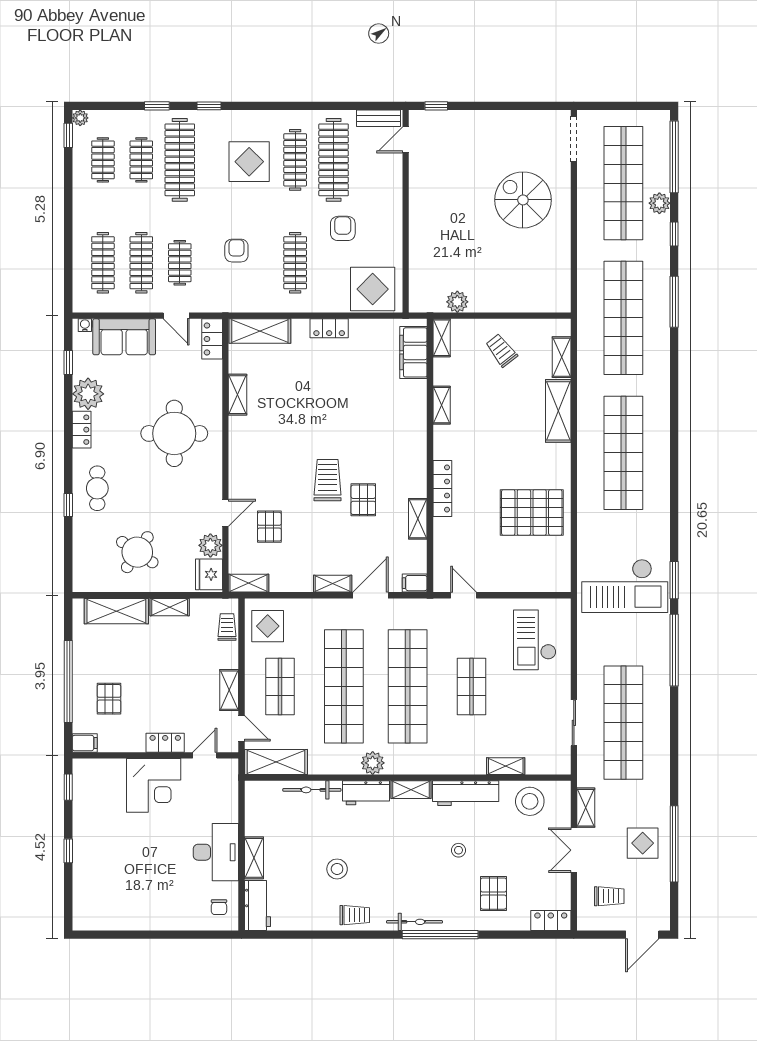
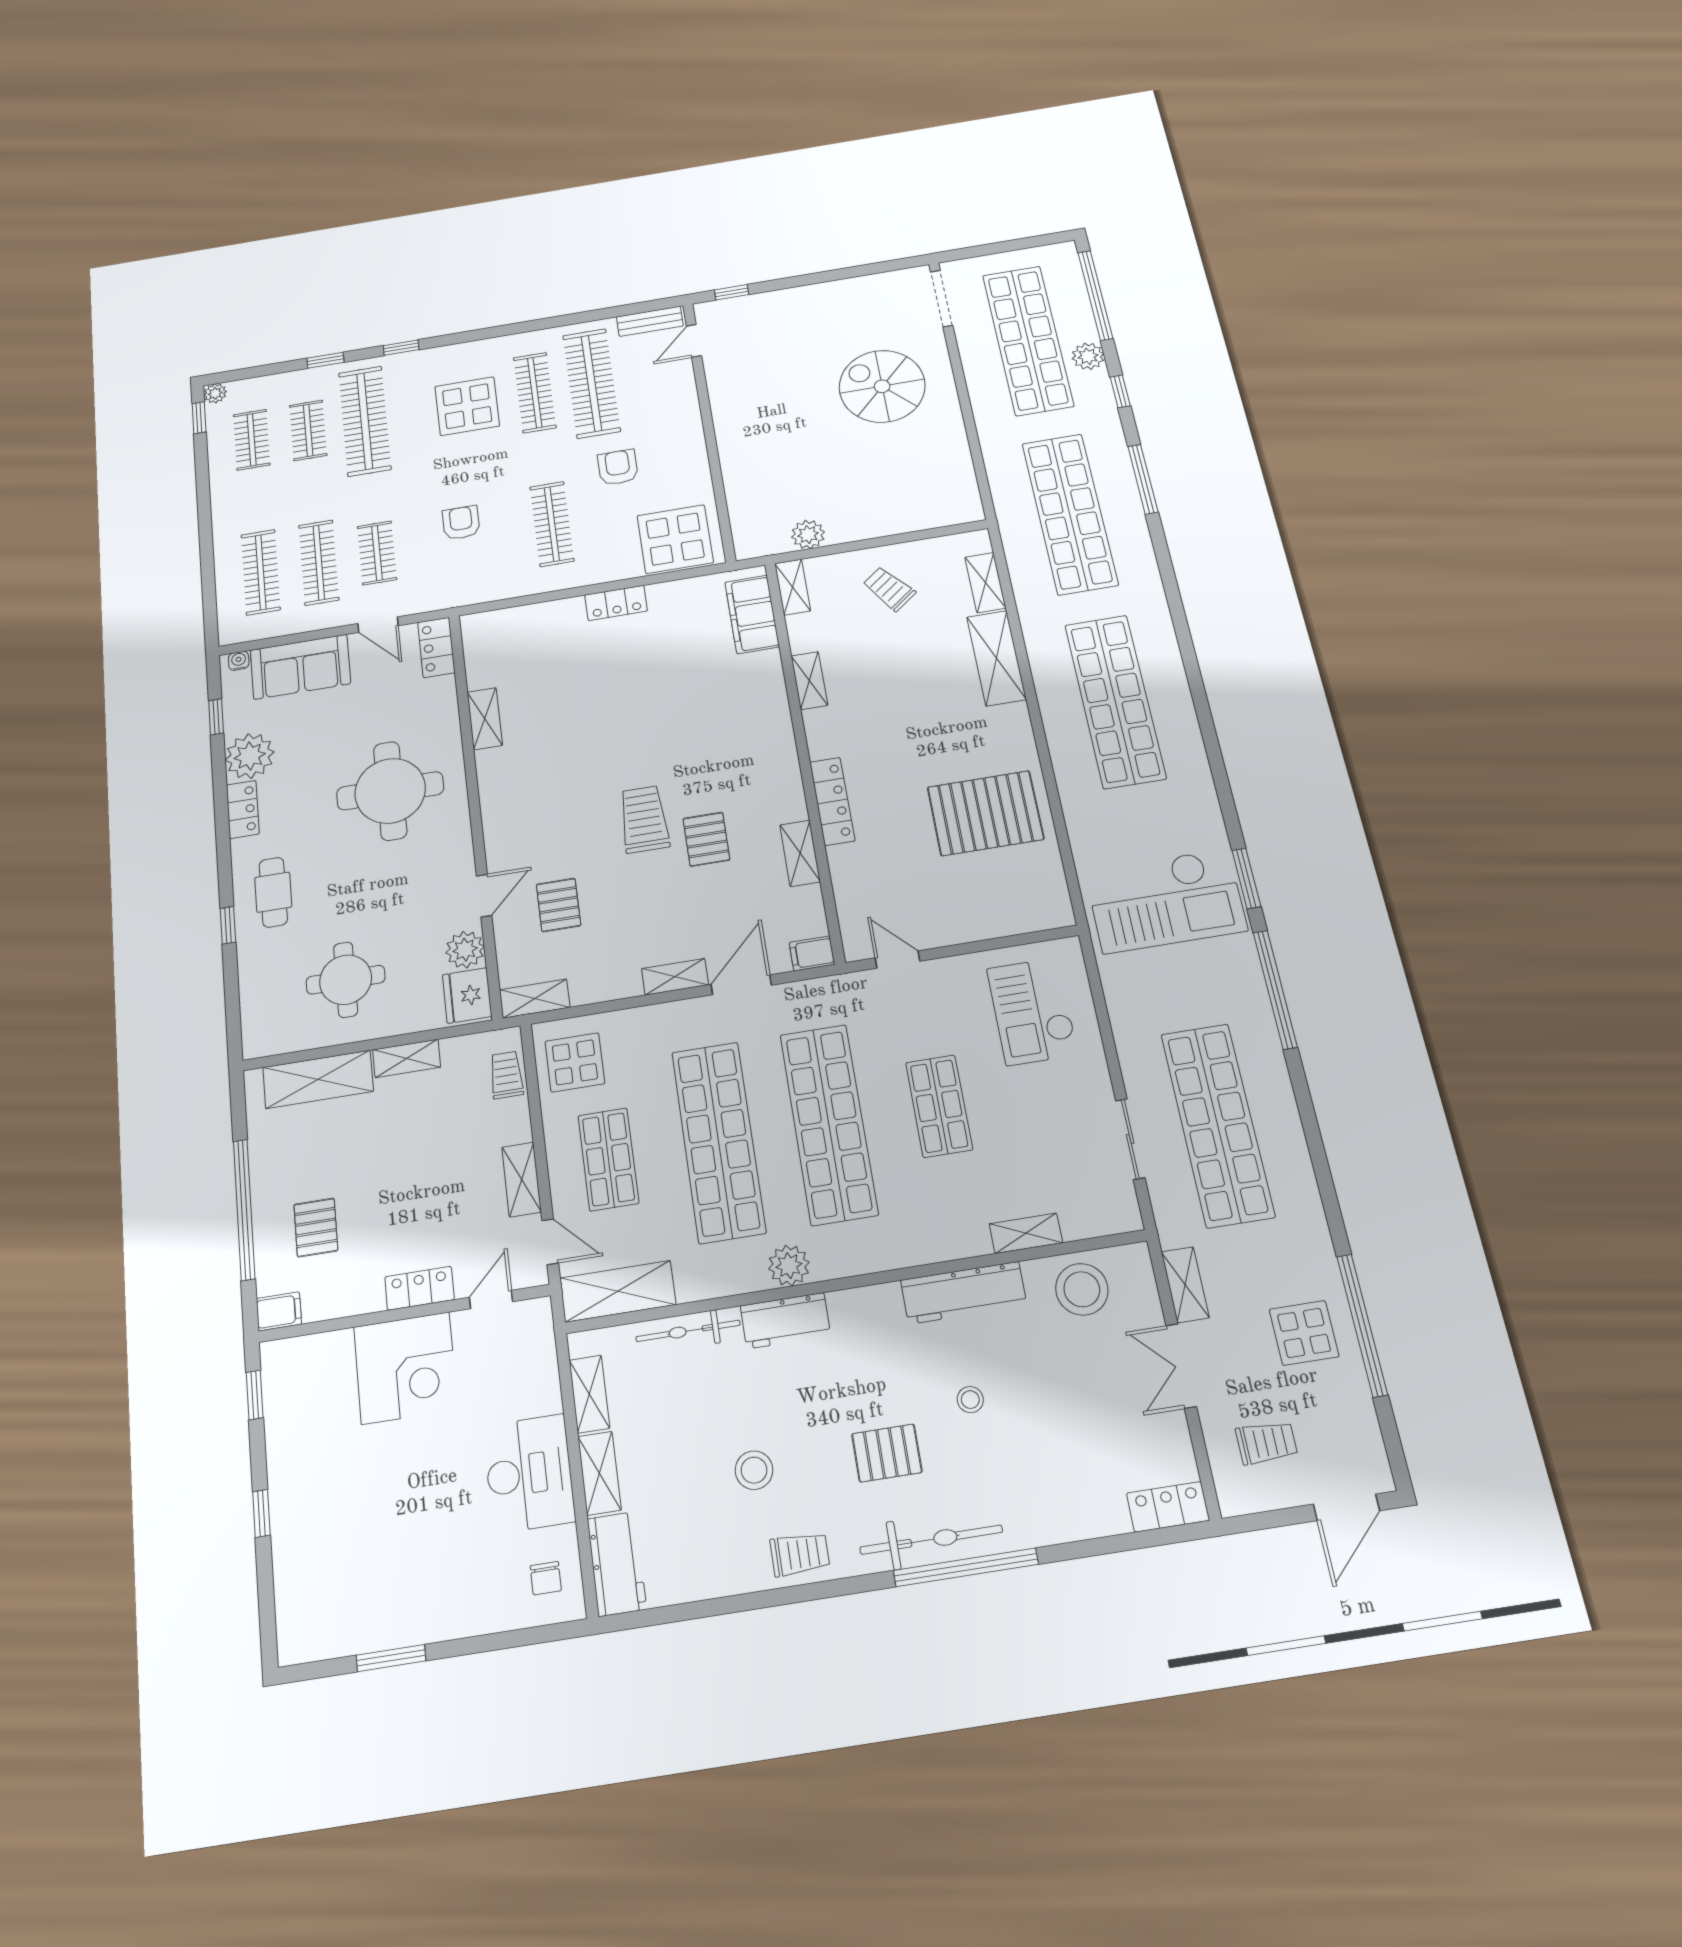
shelving: (260, 331) -> (509, 624), removed
round table: (137, 552) -> (346, 980), turned -34
shelving: (411, 790) -> (589, 1394), moved, turned 90
pallet: (493, 894) -> (887, 1453), moved, turned 90
bicycle: (415, 922) -> (931, 1540), width x1.37, depth x1.40
window: (133, 935) -> (391, 1658), added

